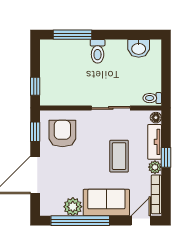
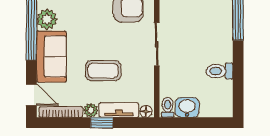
washbasin: (139, 48) -> (187, 107), moved, turned 90
toilet: (98, 51) -> (220, 71), moved
sliding door: (111, 108) -> (157, 44), moved

